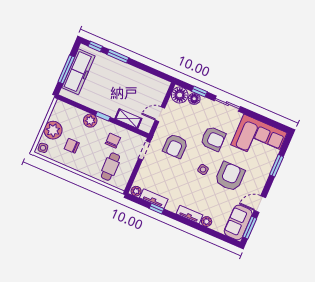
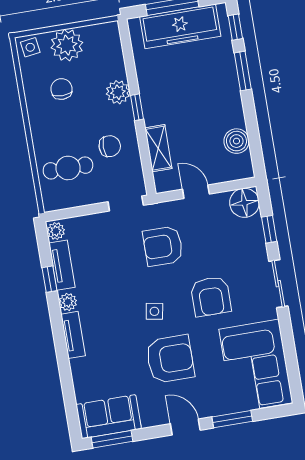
boiler: (149, 80) -> (236, 141), added
floor lamp: (194, 99) -> (253, 229), removed
door: (260, 204) -> (185, 427), moved
plant: (207, 222) -> (68, 302), moved

